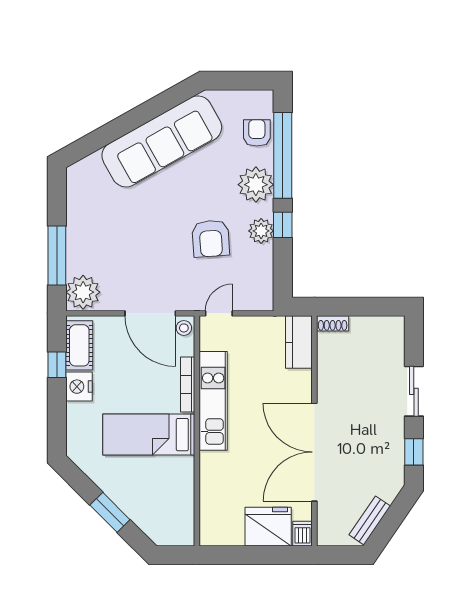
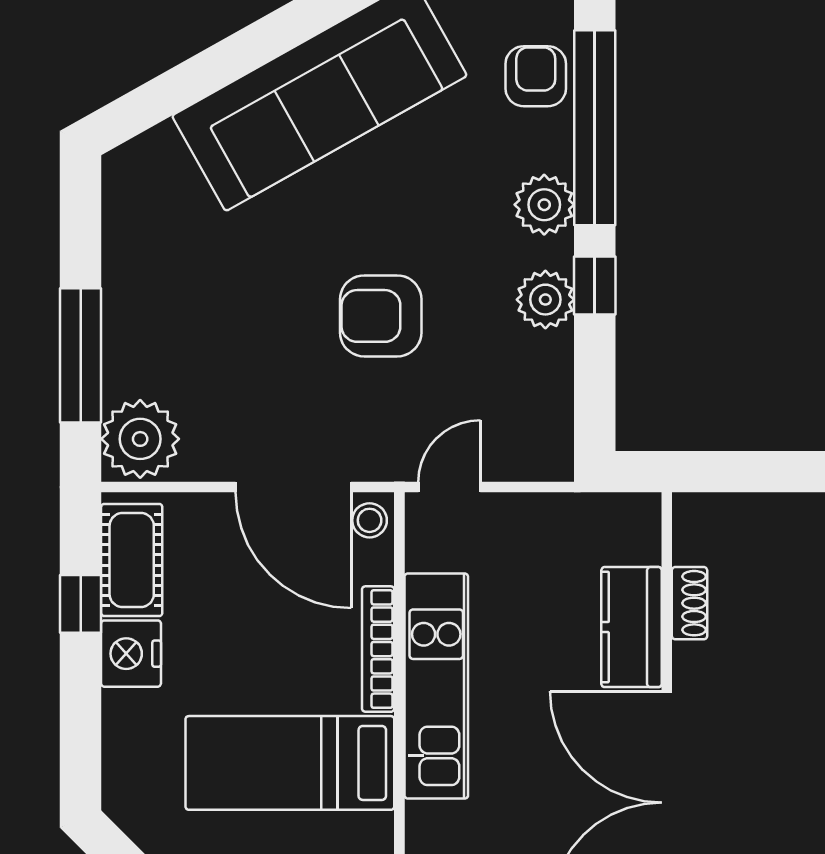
plant: (256, 185) -> (544, 205), width x0.73, depth x0.73
armchair: (211, 238) -> (381, 316), moved, turned 94
shoe rack: (333, 323) -> (690, 603), moved, turned -90
kitchen counter: (299, 342) -> (632, 627), moved

